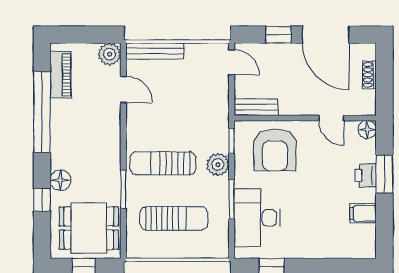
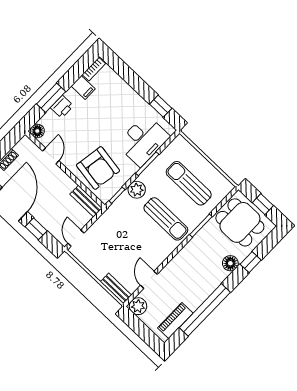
bench: (155, 51) -> (116, 288), width x0.73
armchair: (275, 150) -> (98, 168), turned 99
bookcase: (370, 241) -> (94, 69), added

